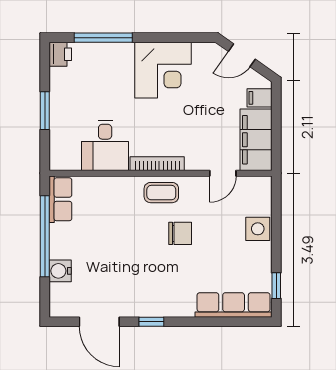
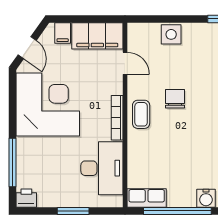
corner desk: (163, 70) -> (48, 105), width x1.36, depth x1.36
desk: (105, 145) -> (102, 168), width x1.37

